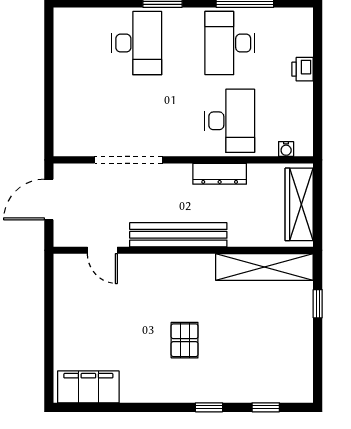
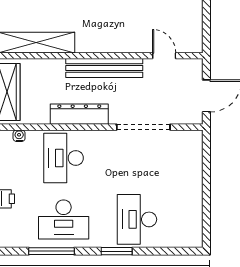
desk: (230, 43) -> (64, 219), turned 90
dresser: (220, 174) -> (79, 114), width x1.37, depth x1.24

